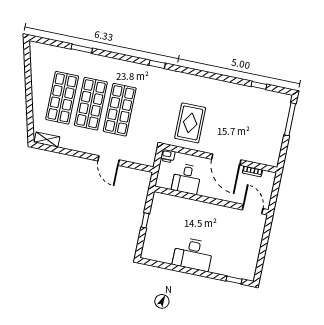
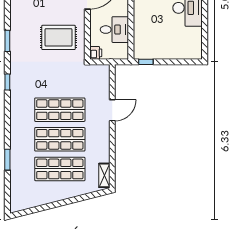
window: (197, 73) -> (7, 41), added
window: (145, 220) -> (146, 62), moved

